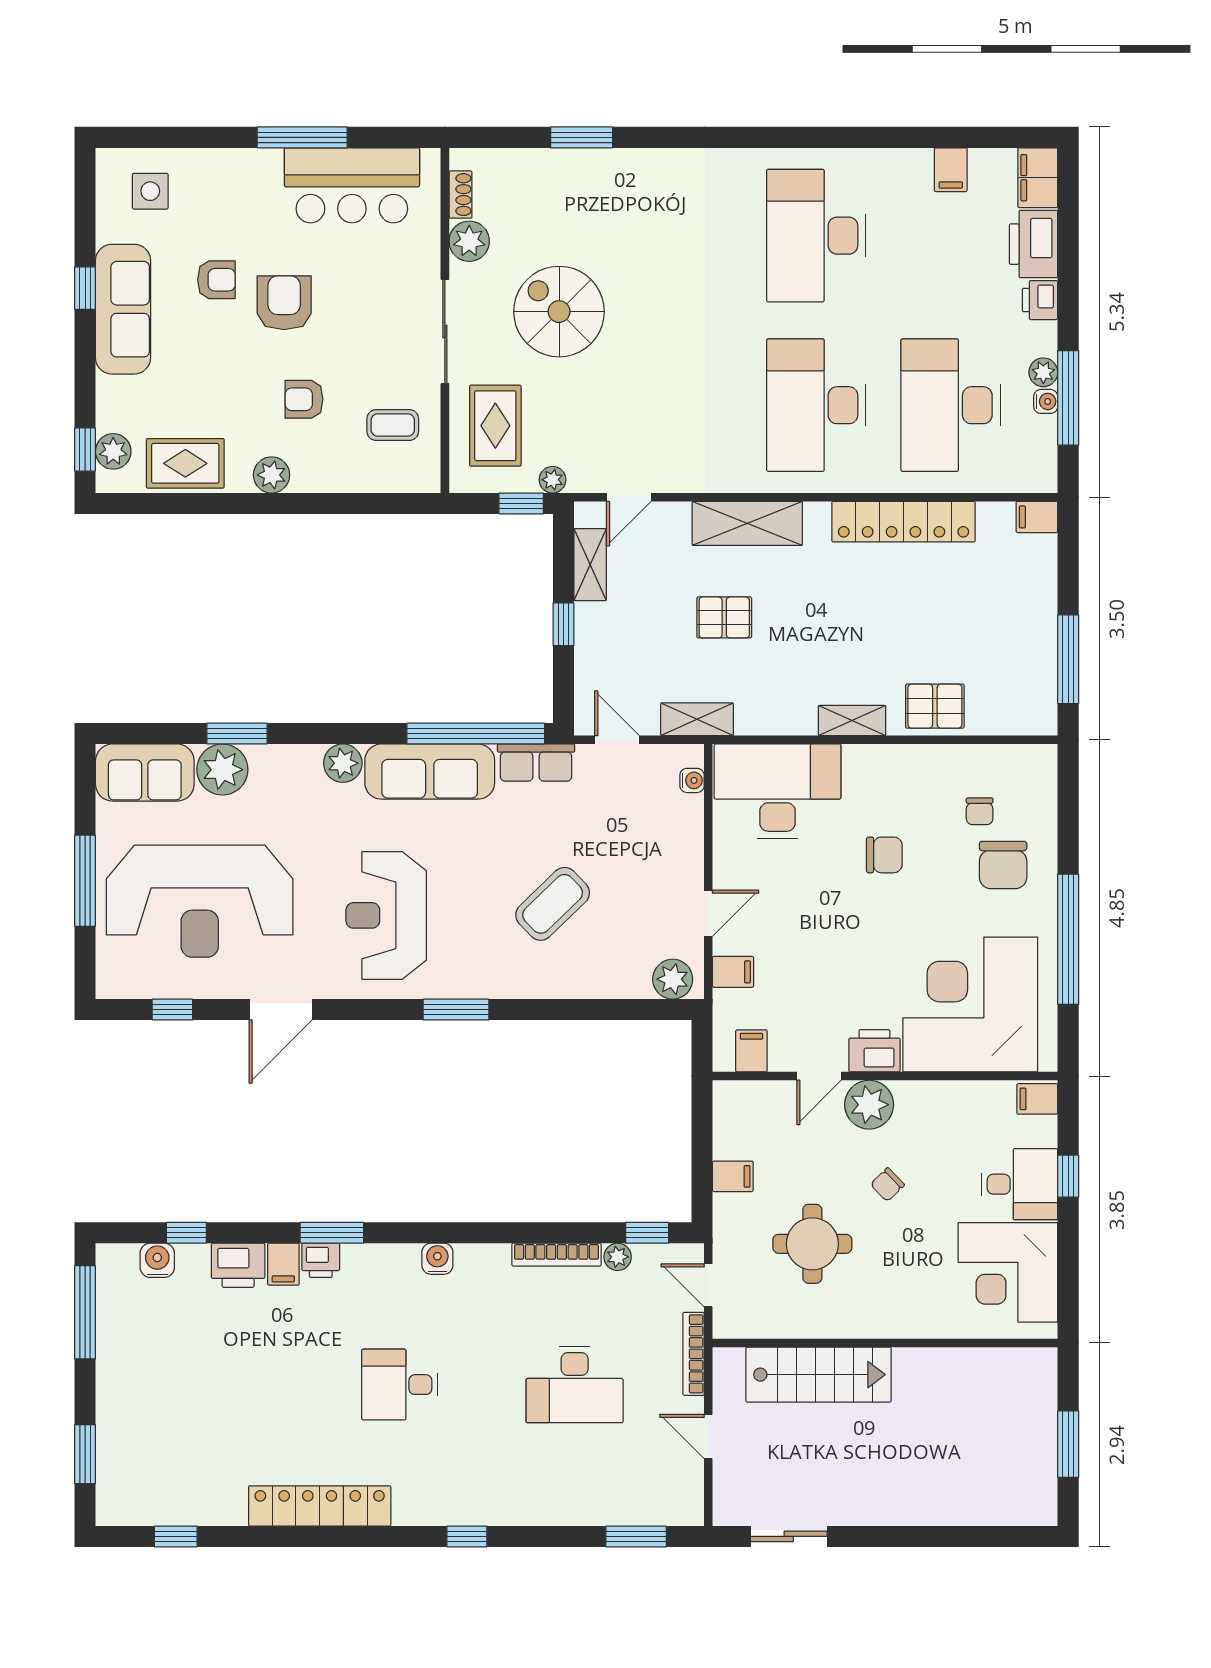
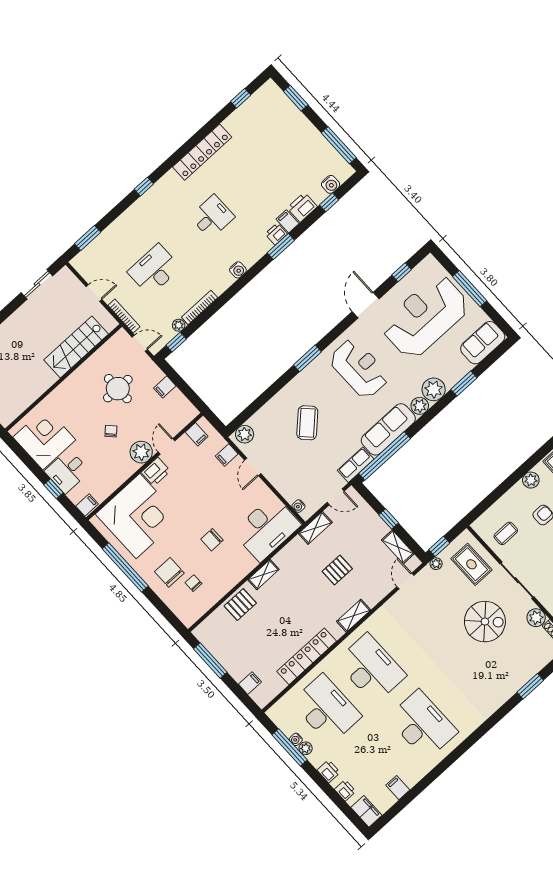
printer: (1034, 244) -> (345, 790), width x0.53, depth x0.68
filing cabinet: (1037, 517) -> (250, 683), moved
shelving: (747, 523) -> (354, 616), width x0.67, depth x0.75
plant: (222, 770) -> (434, 389), moved

